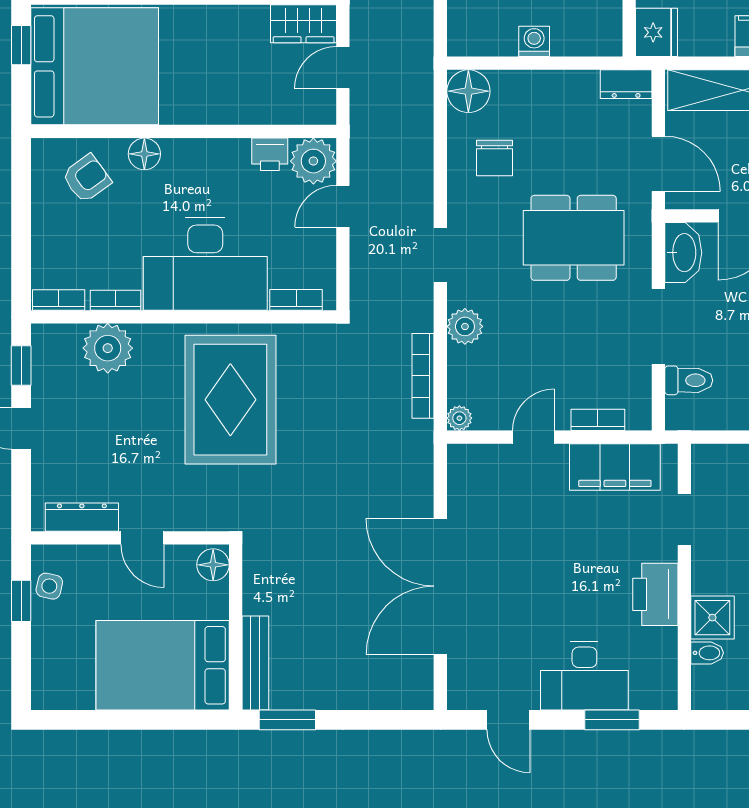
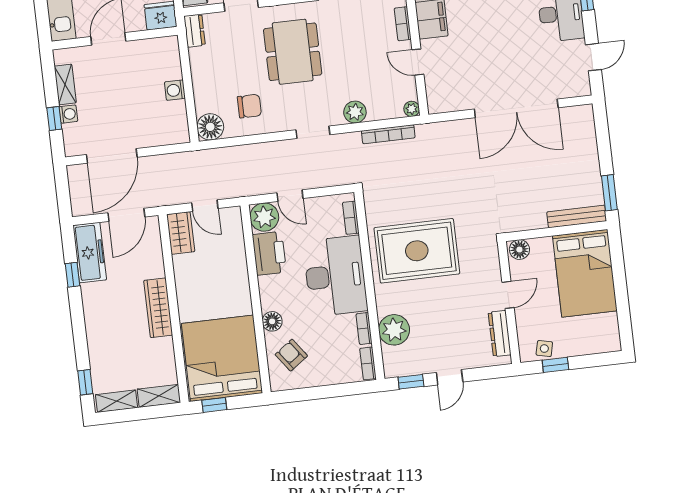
printer: (270, 154) -> (269, 253), width x1.87, depth x1.48

